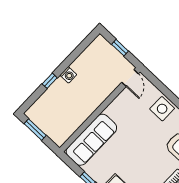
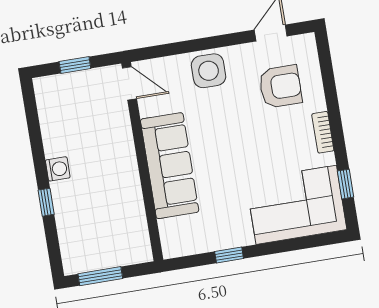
sofa: (91, 140) -> (170, 166), moved

